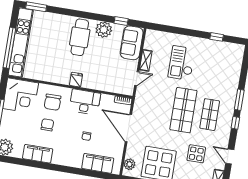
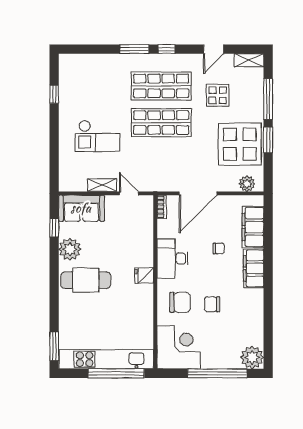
shop shelf: (210, 115) -> (161, 86), width x1.43, depth x1.36
filing cabinet: (38, 154) -> (254, 268), moved

